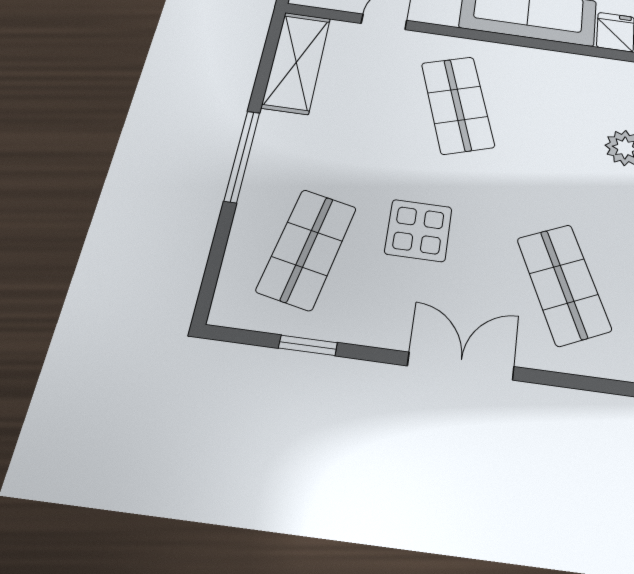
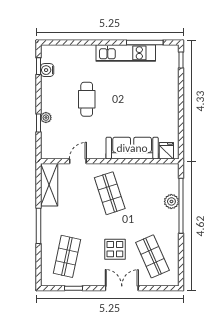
display table: (418, 230) -> (115, 249), moved

